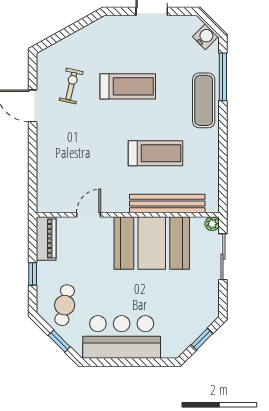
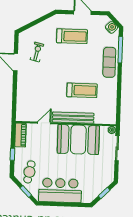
treadmill: (128, 86) -> (72, 36), moved
bench: (167, 204) -> (73, 118), moved

